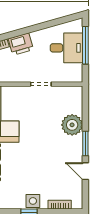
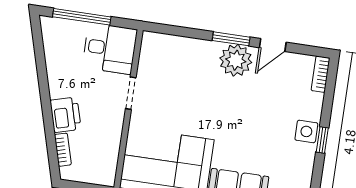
desk: (67, 48) -> (110, 48), moved, turned 90
plant: (72, 125) -> (236, 60), moved
bookcase: (60, 205) -> (321, 74), moved

